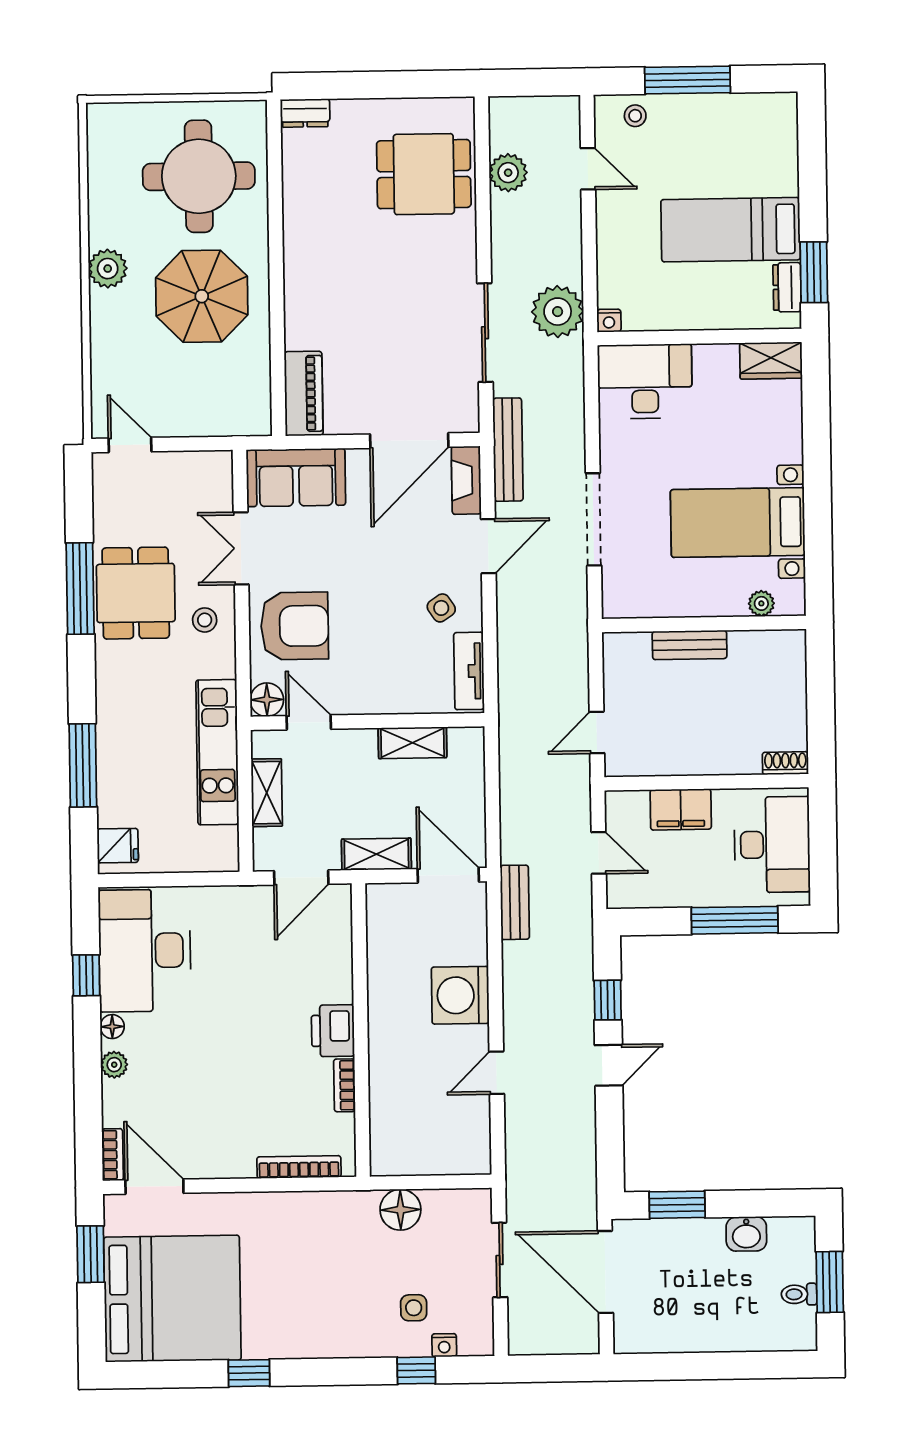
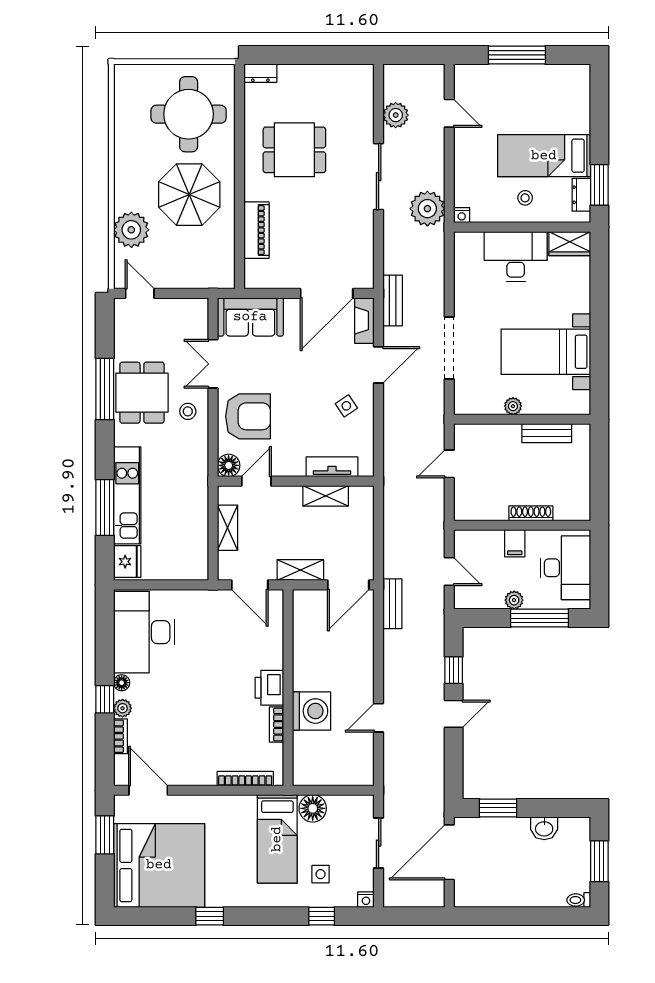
stool: (635, 116) -> (525, 198), moved
dining table: (424, 174) -> (294, 150), moved
plant: (108, 269) -> (131, 230), moved, width x1.36, depth x1.36
sliding door: (485, 333) -> (379, 177), moved
desk: (645, 381) -> (516, 256), moved
piano: (304, 394) -> (256, 230), moved
bench: (508, 450) -> (393, 300), width x0.73
plant: (761, 603) -> (513, 406), moved
bench: (690, 645) -> (547, 433), moved
tv unit: (469, 671) -> (332, 467), moved, turned 90
door: (309, 722) -> (256, 481), hinge flipped
door: (597, 732) -> (449, 464), moved
kitchen unit: (217, 752) -> (127, 495), moved, turned 180
shoe rack: (785, 763) -> (531, 513), moved, width x1.43
filing cabinet: (681, 809) -> (515, 543), width x0.50
fridge: (118, 846) -> (127, 562), width x1.38
door: (448, 875) -> (348, 585), swing flipped
door: (301, 878) -> (250, 585), hinge flipped
plant: (696, 894) -> (514, 600), added
window: (86, 975) -> (105, 699), moved
washing machine: (460, 995) -> (312, 711), moved, turned 180
bookcase: (113, 1155) -> (121, 736), moved
bed: (348, 1256) -> (277, 839), added
door: (605, 1272) -> (449, 852), hinge flipped
toilet: (799, 1294) -> (579, 900), moved
nightstand: (444, 1345) -> (366, 900), moved

